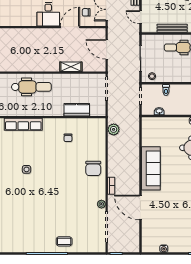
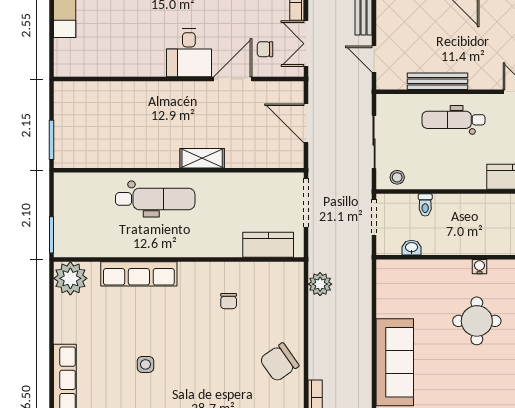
shelving: (71, 67) -> (202, 158), moved
kitchen counter: (77, 110) -> (268, 245), moved
chair: (93, 168) -> (279, 362), turned 55

